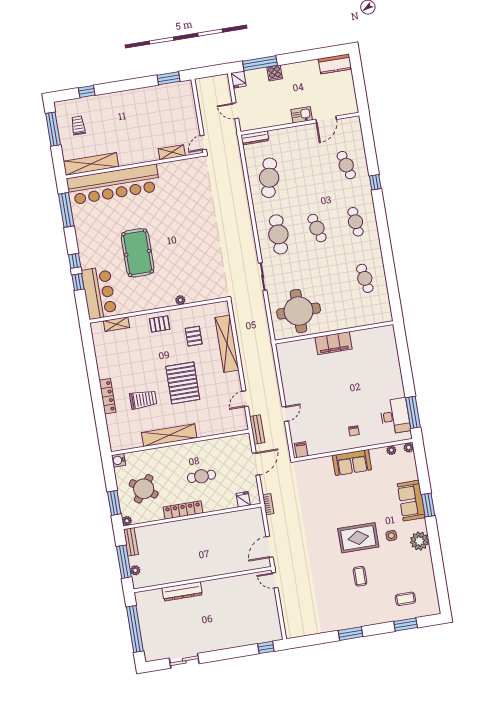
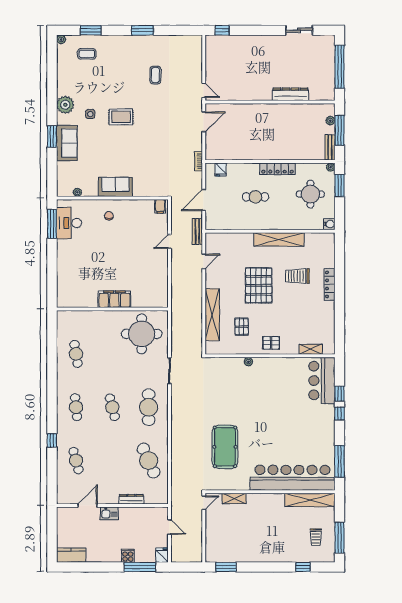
dresser: (255, 138) -> (131, 499), moved
cafe table: (269, 178) -> (149, 461), turned -36
pool table: (138, 253) -> (225, 447), moved
plant: (409, 448) -> (61, 39), moved
round table: (144, 489) -> (310, 194), turned -36
rug: (358, 538) -> (121, 117), width x0.73, depth x0.70
coffee table: (360, 576) -> (155, 75), moved

